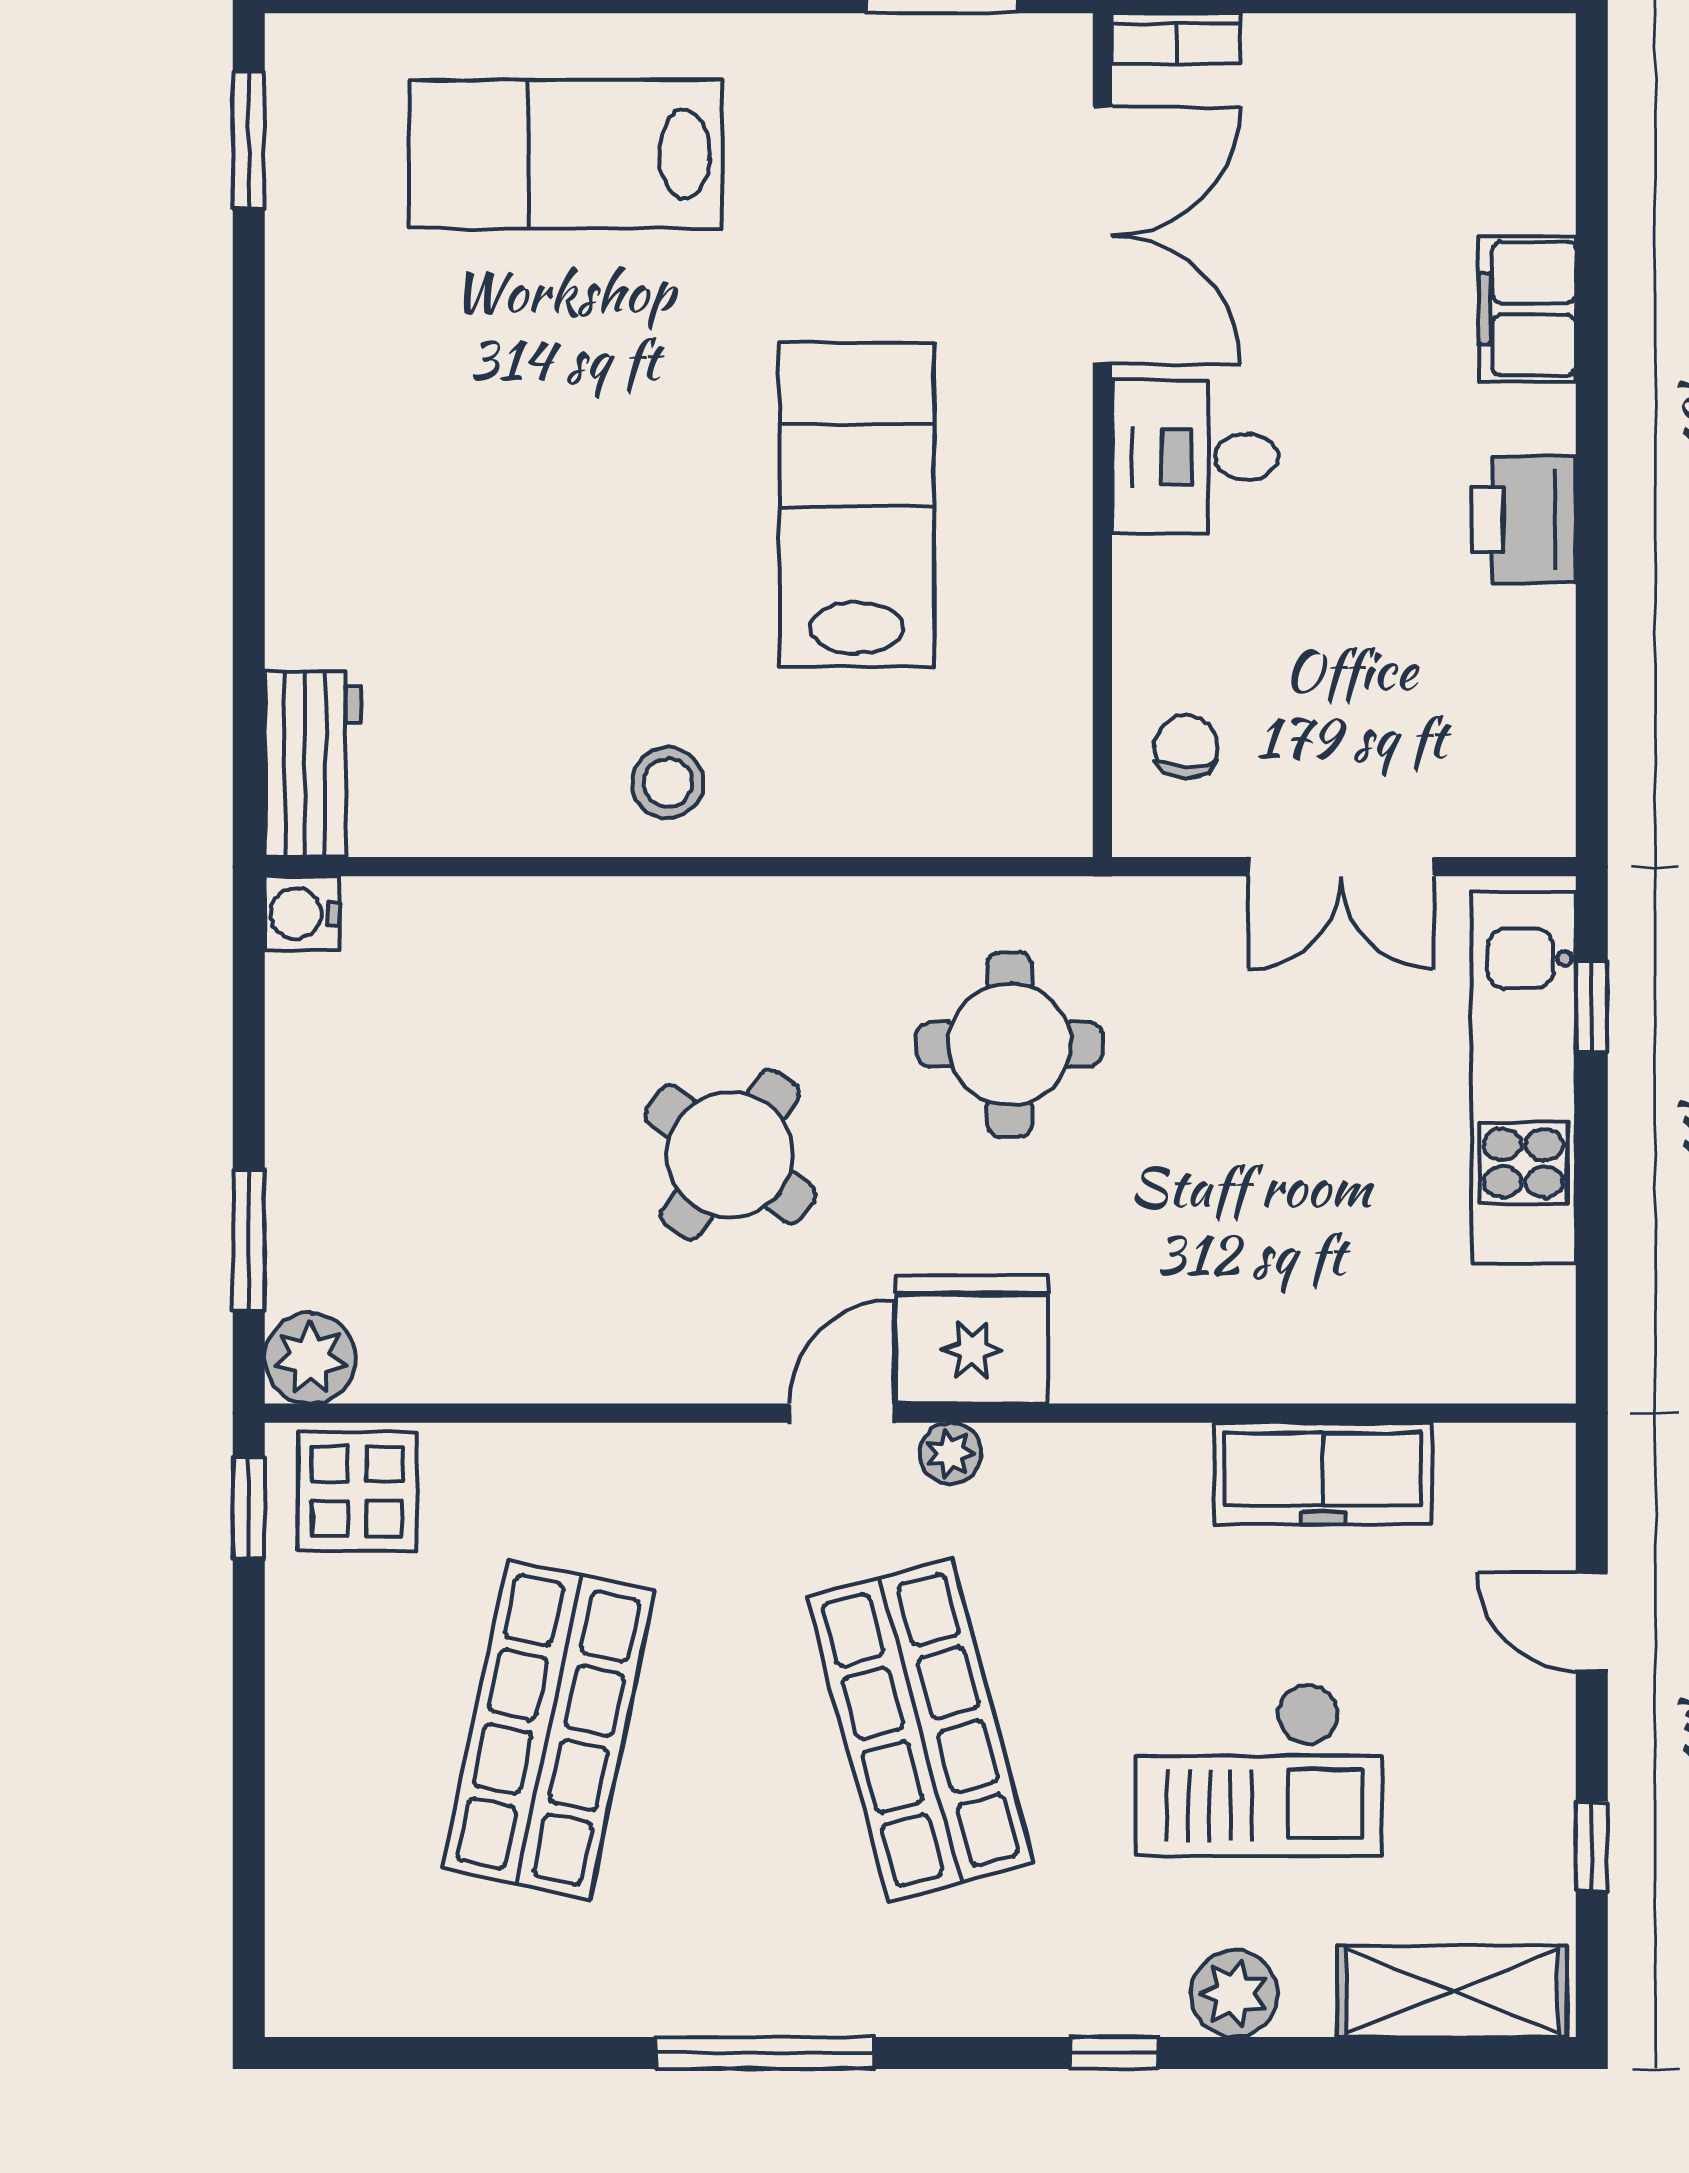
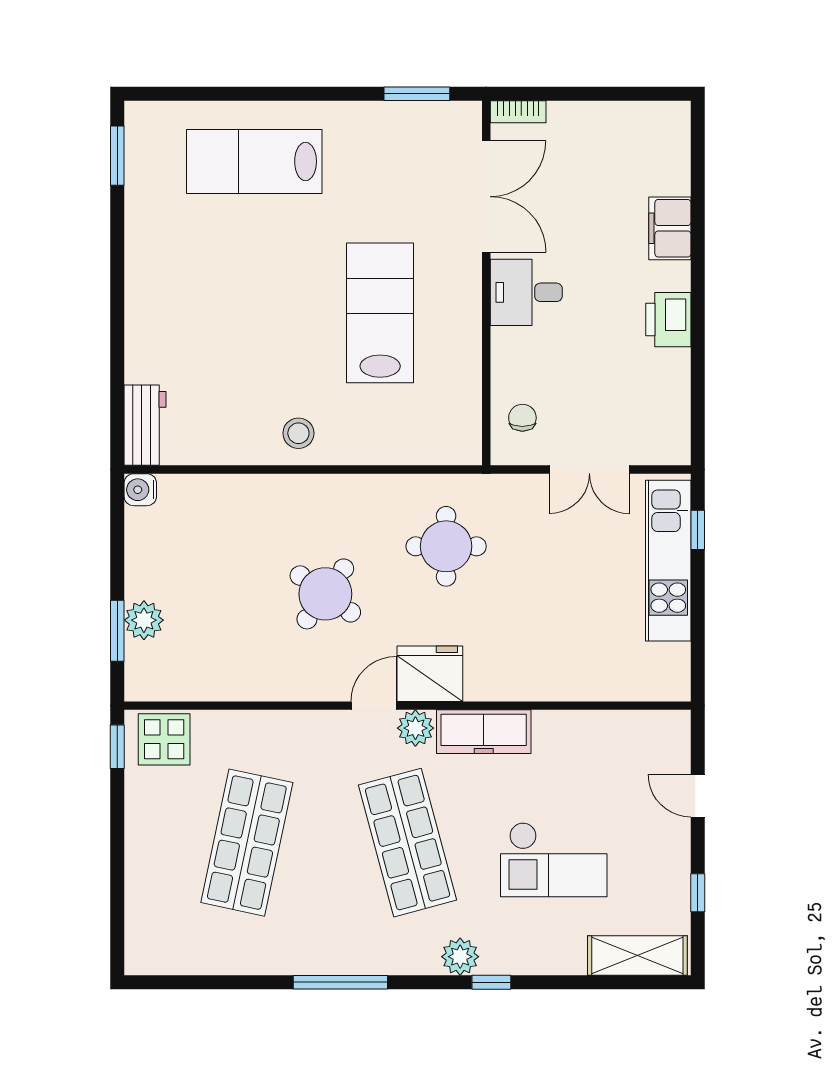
plant: (310, 1358) -> (144, 620), moved
plant: (950, 1453) -> (415, 728), width x1.38, depth x1.38
freezer: (1323, 1473) -> (484, 732), moved
plant: (1234, 1994) -> (460, 957), moved

